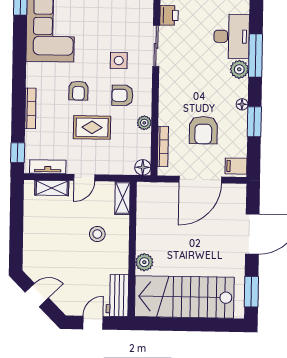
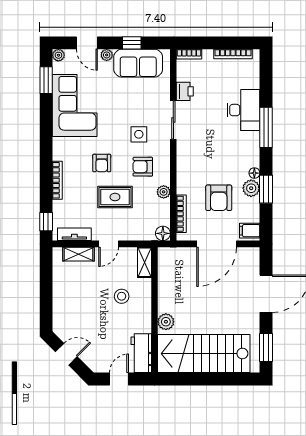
plant: (239, 69) -> (251, 188), moved

